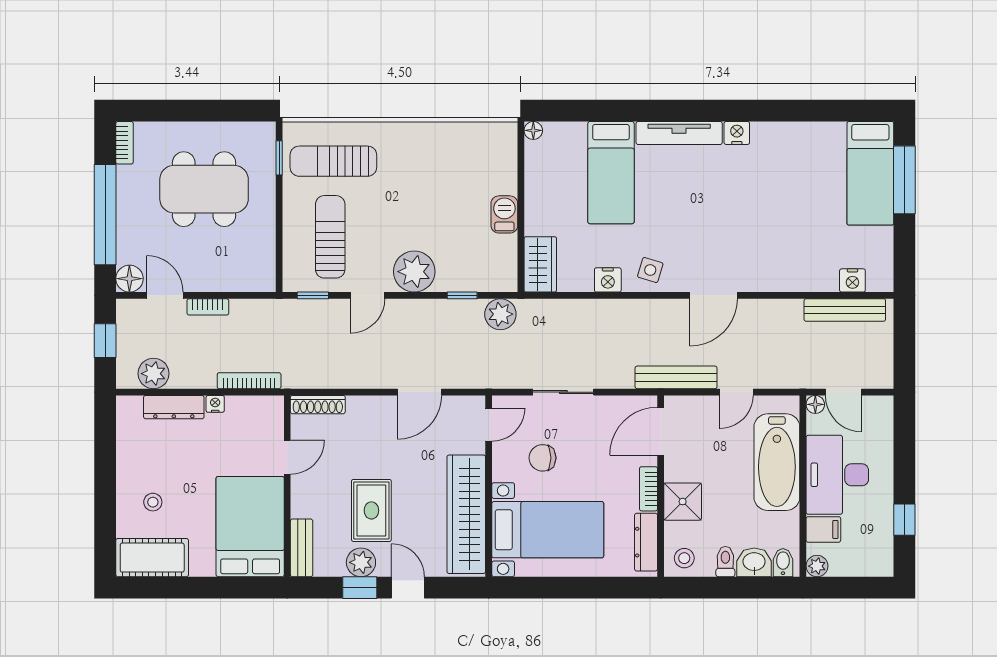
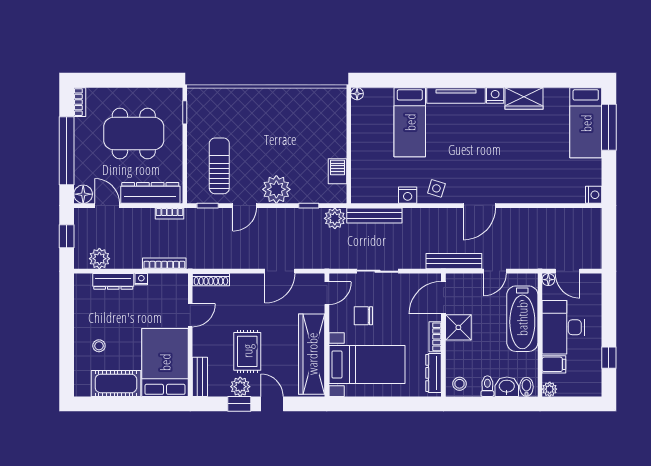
sun lounger: (333, 161) -> (221, 115), removed
barbecue: (504, 214) -> (337, 171), moved
wardrobe: (540, 264) -> (524, 98), moved, turned 90
dresser: (228, 277) -> (150, 193), added
nightstand: (852, 280) -> (594, 195), moved, turned -90
bookcase: (208, 307) -> (170, 213), moved
bench: (845, 310) -> (374, 215), moved
shower: (683, 502) -> (458, 327), moved
cot: (152, 558) -> (116, 383), moved

